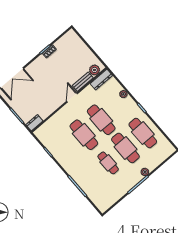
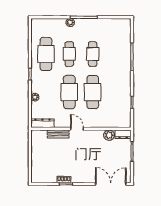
plant: (94, 70) -> (109, 135), moved
door: (72, 97) -> (77, 129), swing flipped
cafe table: (125, 148) -> (69, 54), width x0.73, depth x0.74

